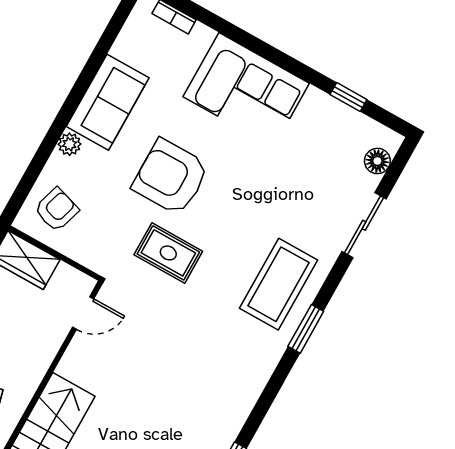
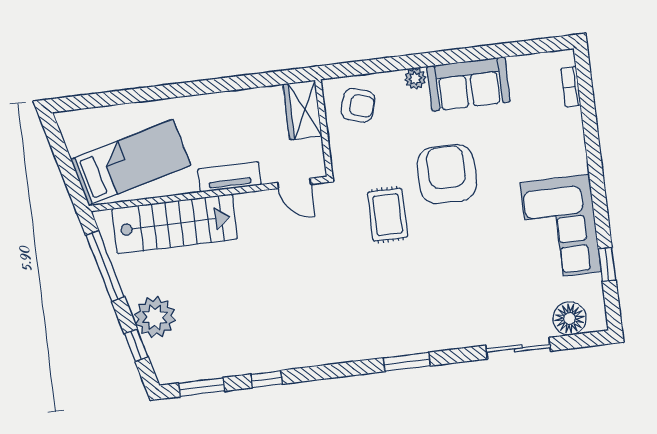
corner sofa: (246, 90) -> (561, 227), moved
floor lamp: (377, 161) -> (570, 319), width x1.38, depth x1.38
coffee table: (279, 284) -> (425, 316), removed
tv unit: (37, 364) -> (229, 177), added

